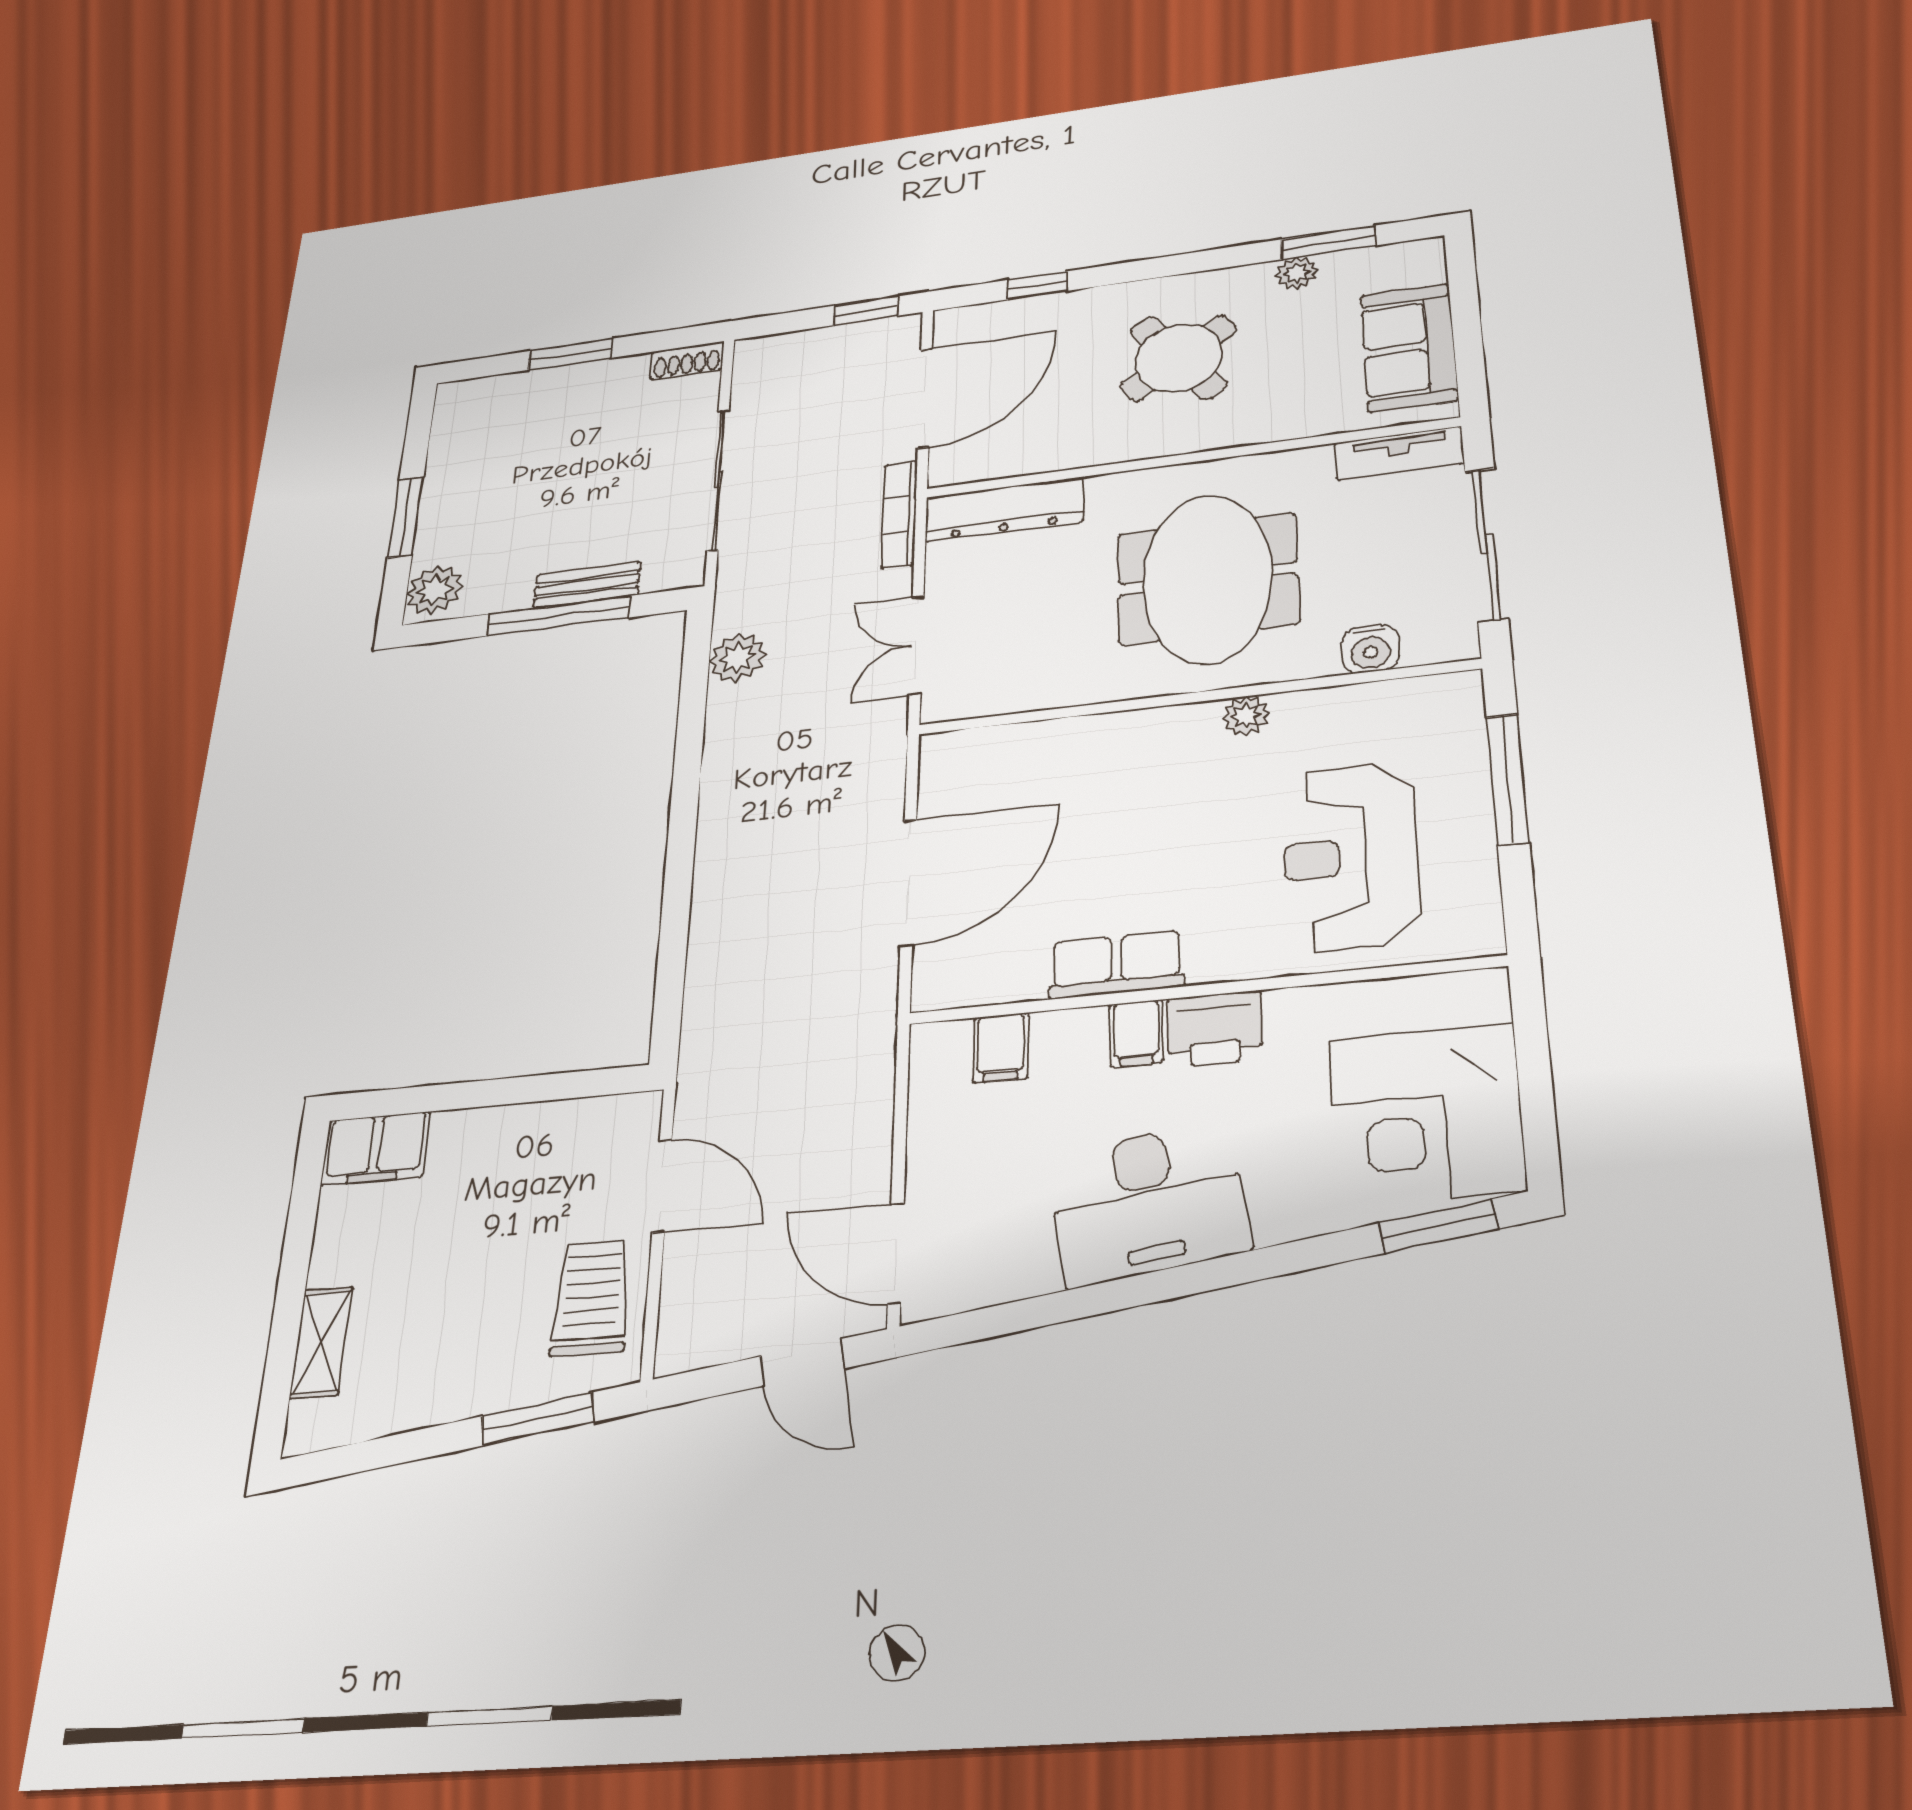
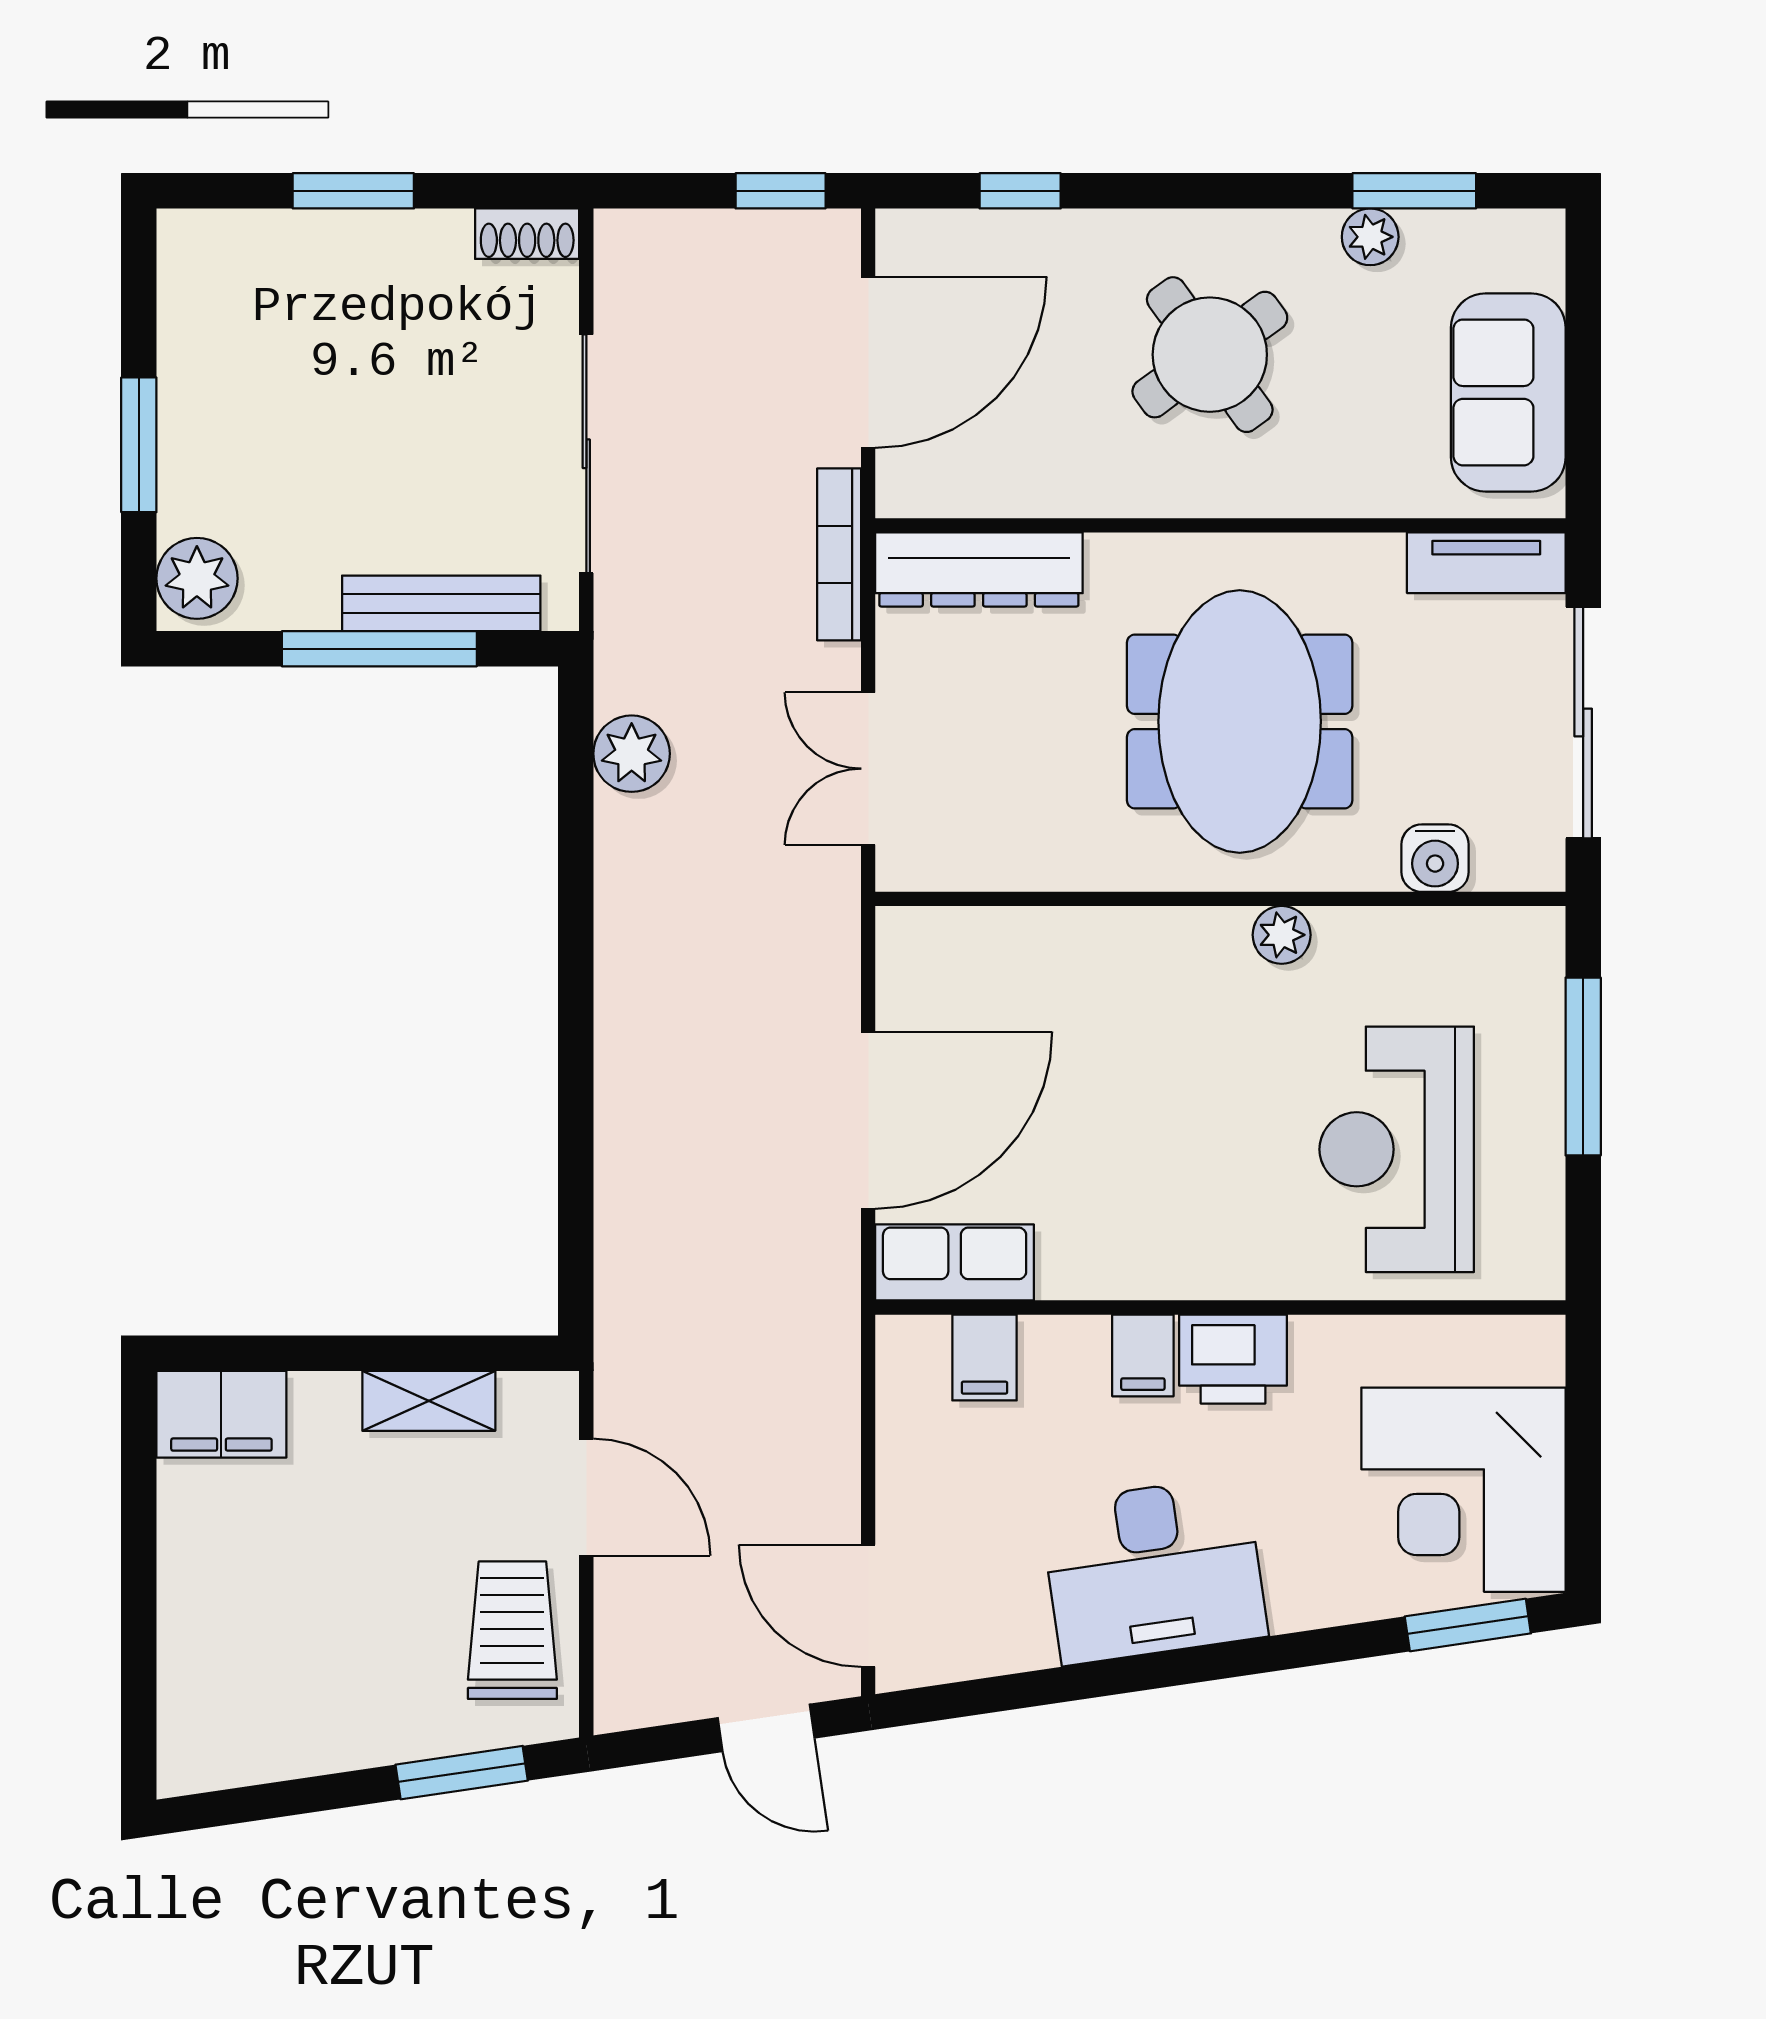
bench: (587, 585) -> (441, 603), width x1.36
row of seats: (1116, 965) -> (955, 1262), moved
shelving: (321, 1342) -> (429, 1401), moved, turned 90

